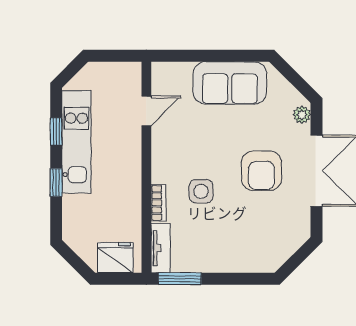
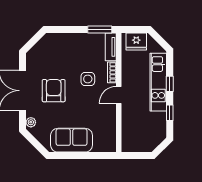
door: (146, 111) -> (119, 95), moved
kitchen unit: (76, 142) -> (158, 82), moved

